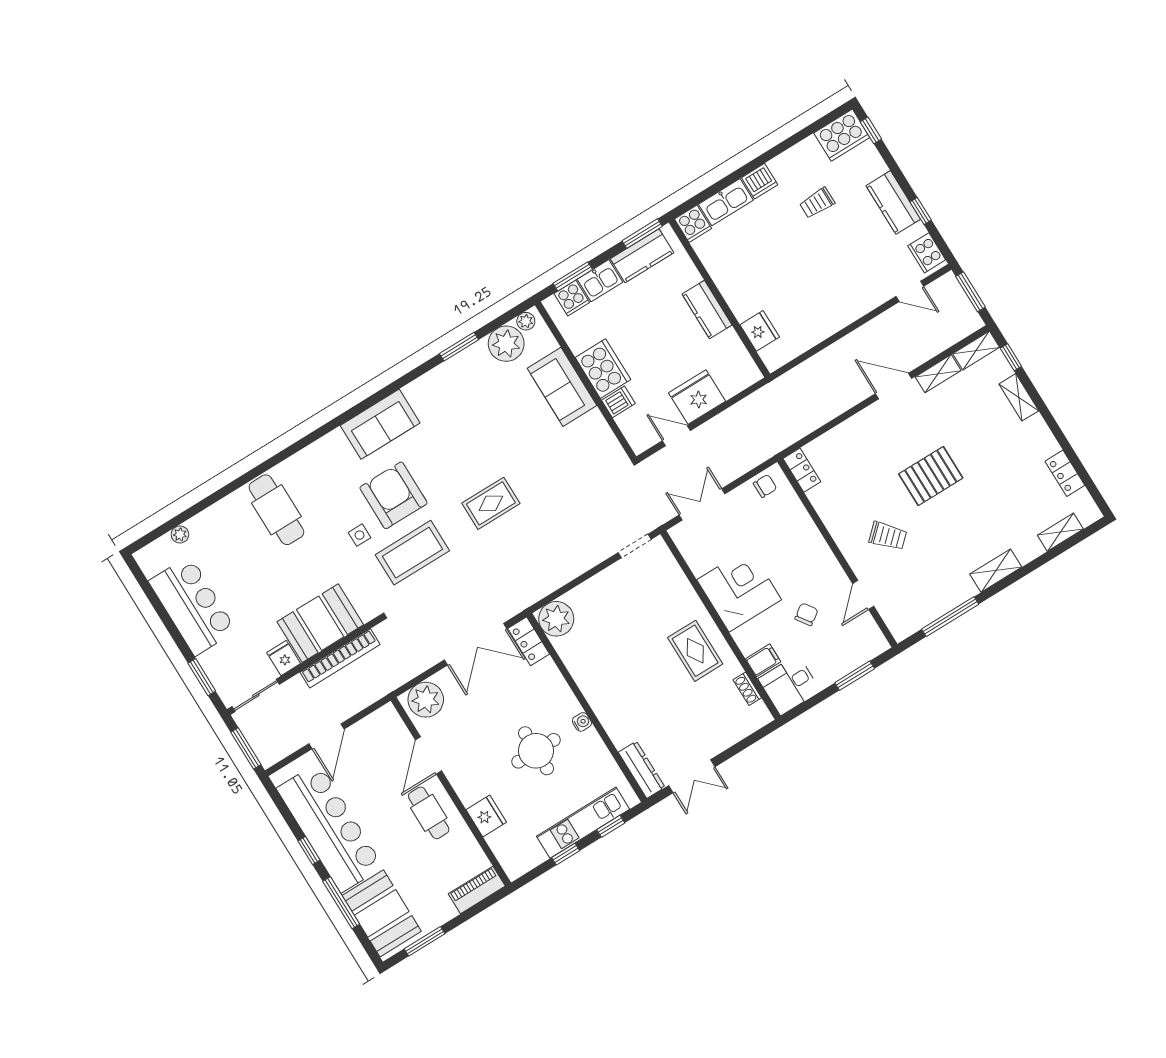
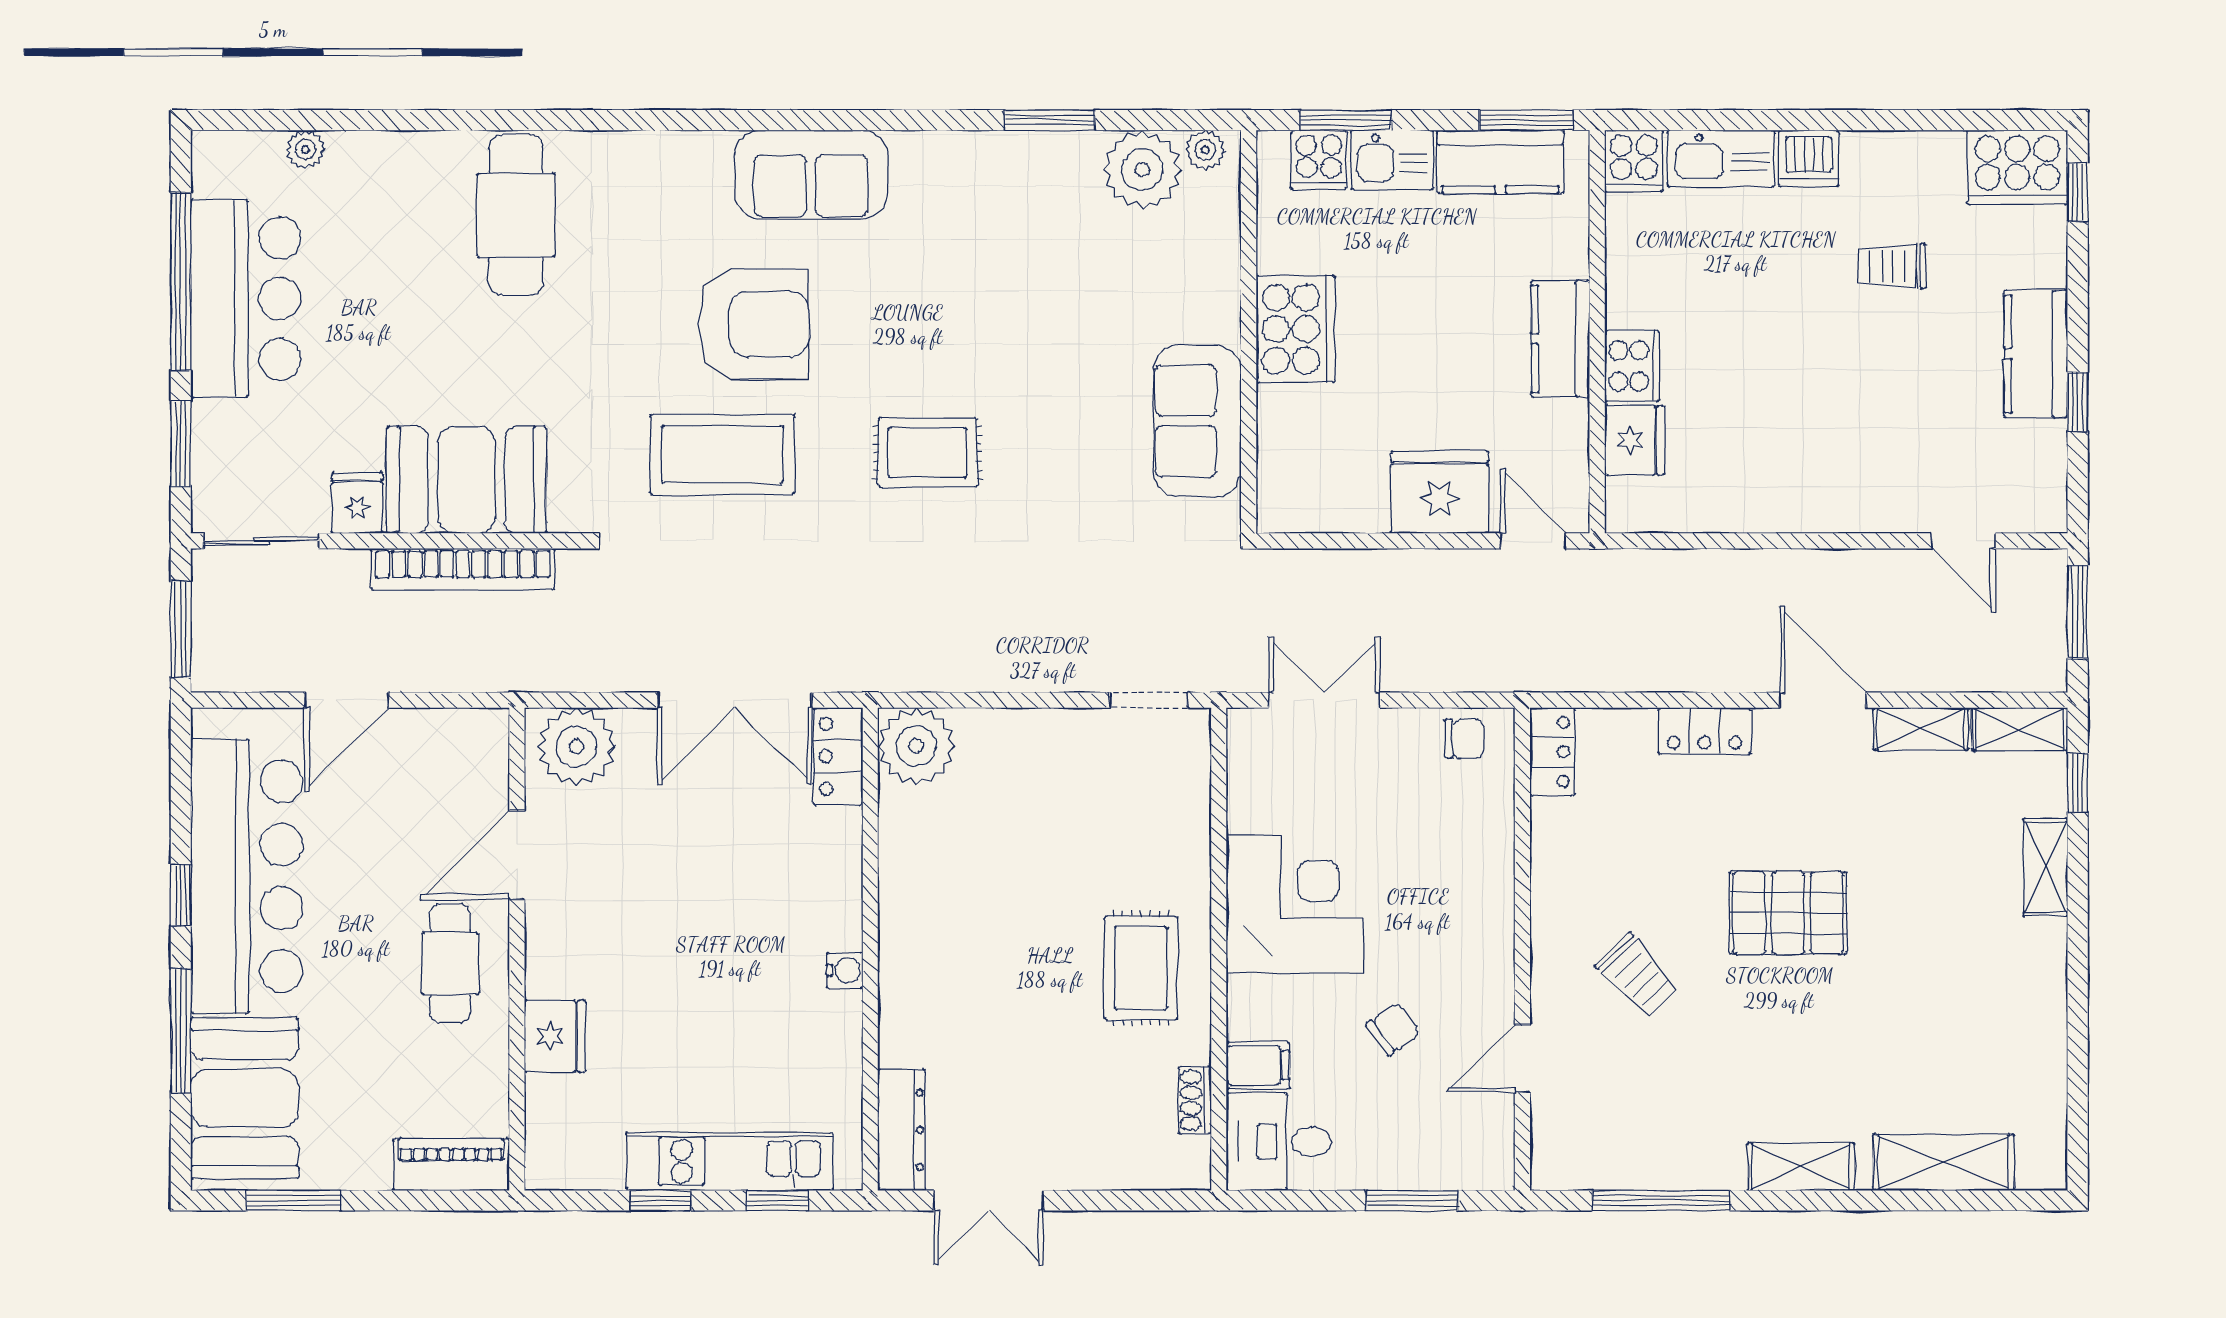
cooker: (927, 253) -> (1632, 366), moved, turned 180
sofa: (562, 387) -> (1197, 421), moved
dishwasher: (618, 402) -> (1286, 410), removed
door: (676, 436) -> (1533, 541), moved
locker: (1065, 473) -> (1704, 731), moved, turned -90
armchair: (393, 495) -> (753, 324), turned 90
shelving: (1060, 532) -> (1944, 1162), width x1.50, depth x1.33
side table: (360, 535) -> (643, 359), removed
window: (163, 615) -> (181, 281), added
round table: (536, 751) -> (725, 971), removed

